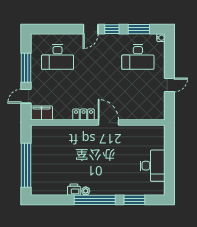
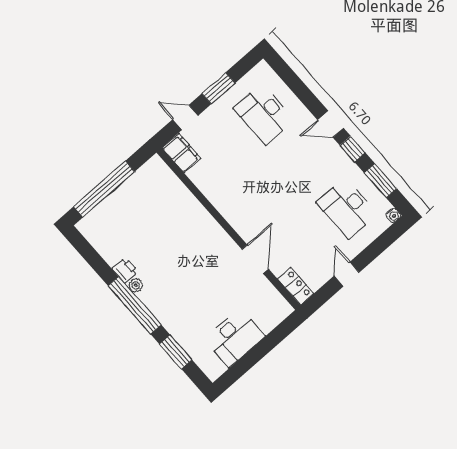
window: (26, 68) -> (219, 88), width x0.69
door: (169, 85) -> (347, 274), swing flipped
locker: (84, 115) -> (296, 286), moved
door: (108, 123) -> (255, 259), moved

